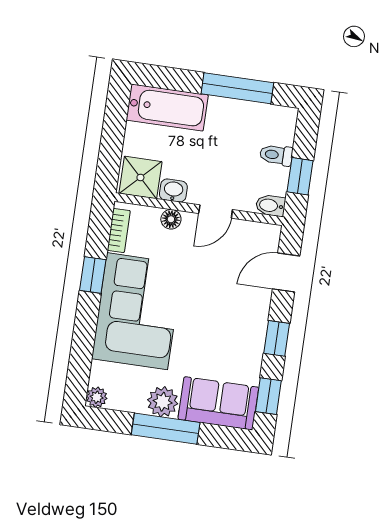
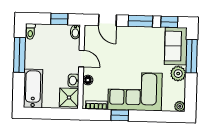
toilet: (276, 155) -> (30, 31), moved
window: (277, 338) -> (140, 21), width x1.50
window: (166, 429) -> (192, 56), moved

